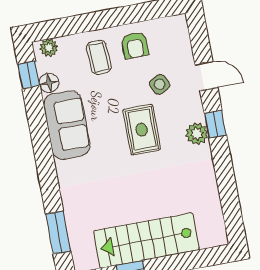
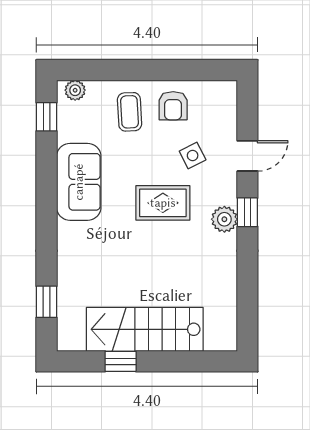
door: (206, 76) -> (247, 156), hinge flipped
floor lamp: (49, 83) -> (68, 130), removed
rug: (142, 130) -> (163, 203), turned 90
window: (58, 233) -> (46, 302), width x0.67

